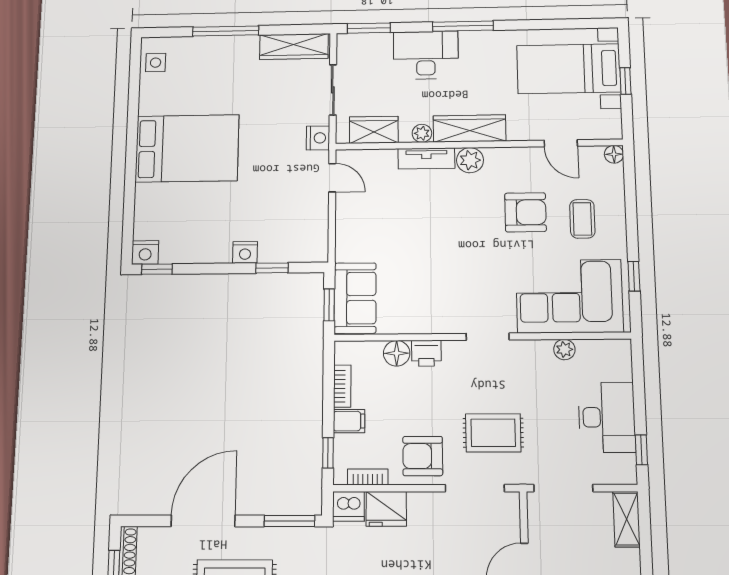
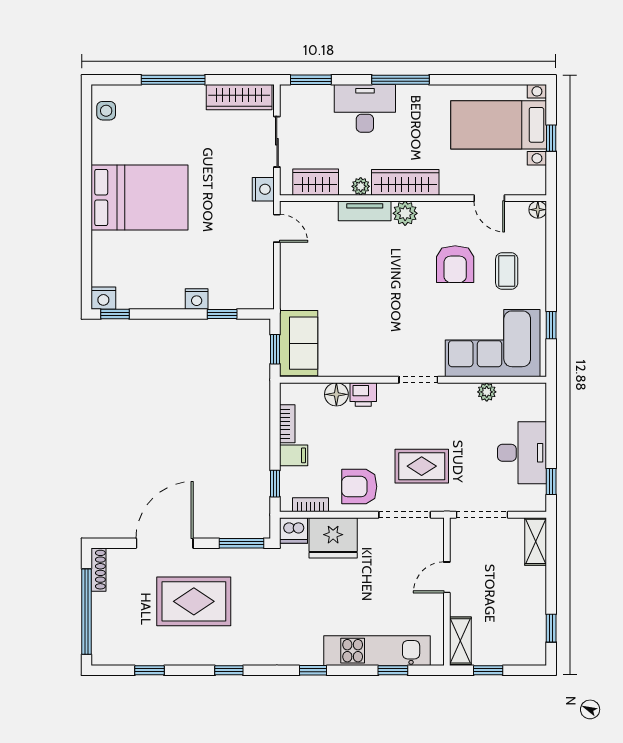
armchair: (525, 212) -> (455, 264), turned 90
fridge: (386, 509) -> (333, 538), width x1.36, depth x1.34

